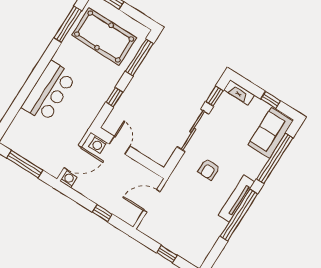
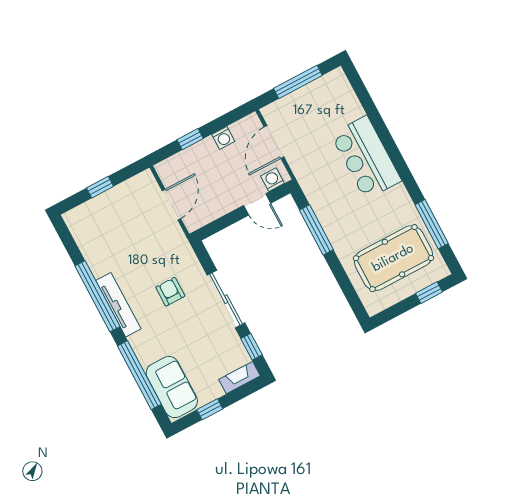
window: (140, 57) -> (346, 285), removed
window: (114, 97) -> (316, 230), width x2.17
washing machine: (68, 179) -> (223, 138), moved

